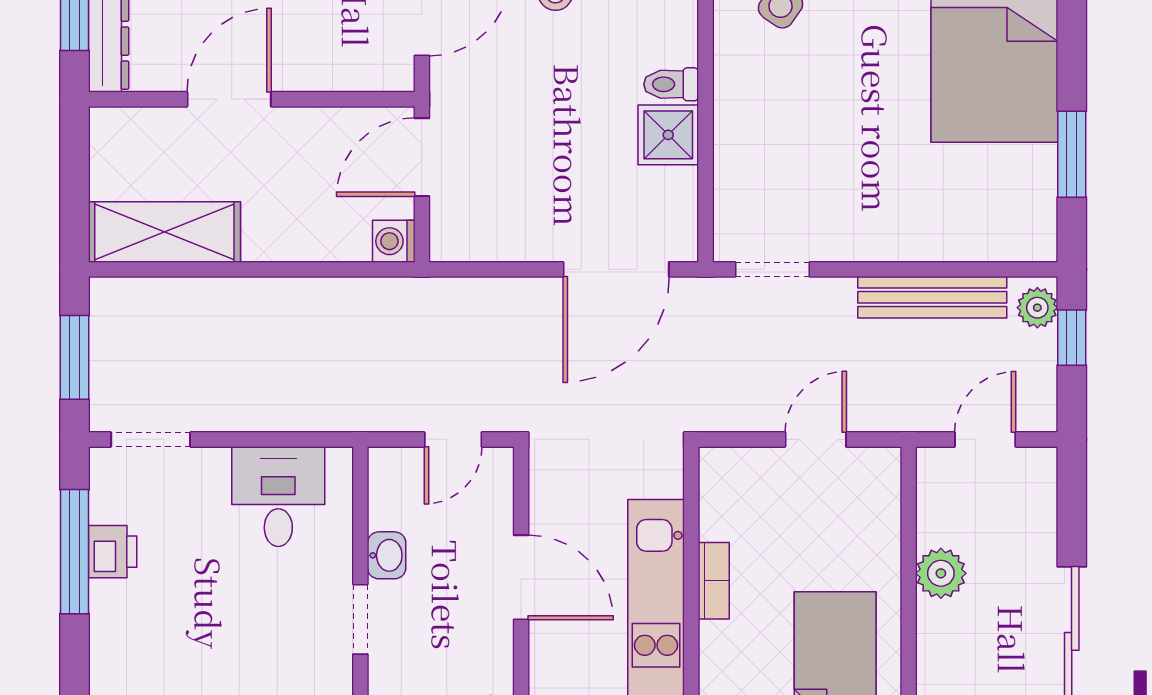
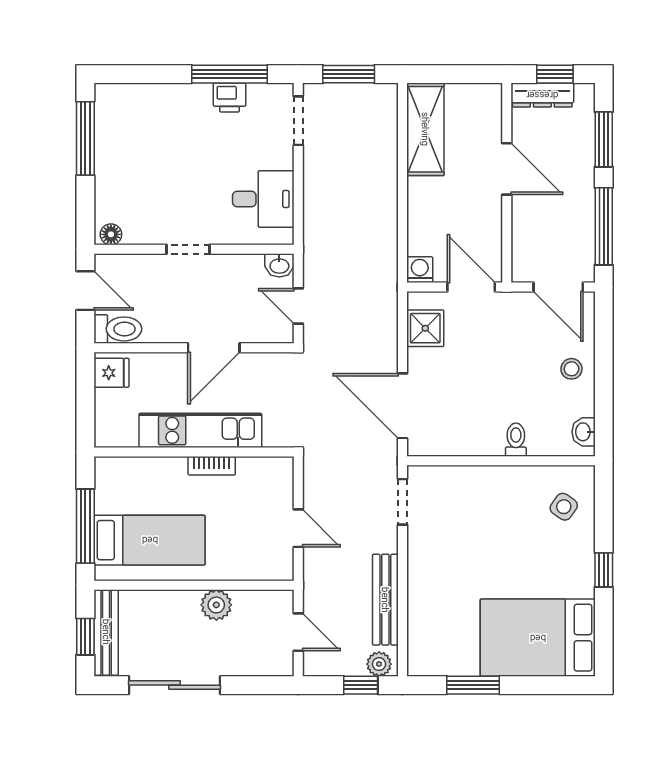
shower: (668, 135) -> (425, 328), moved
washbasin: (387, 555) -> (279, 265), moved

